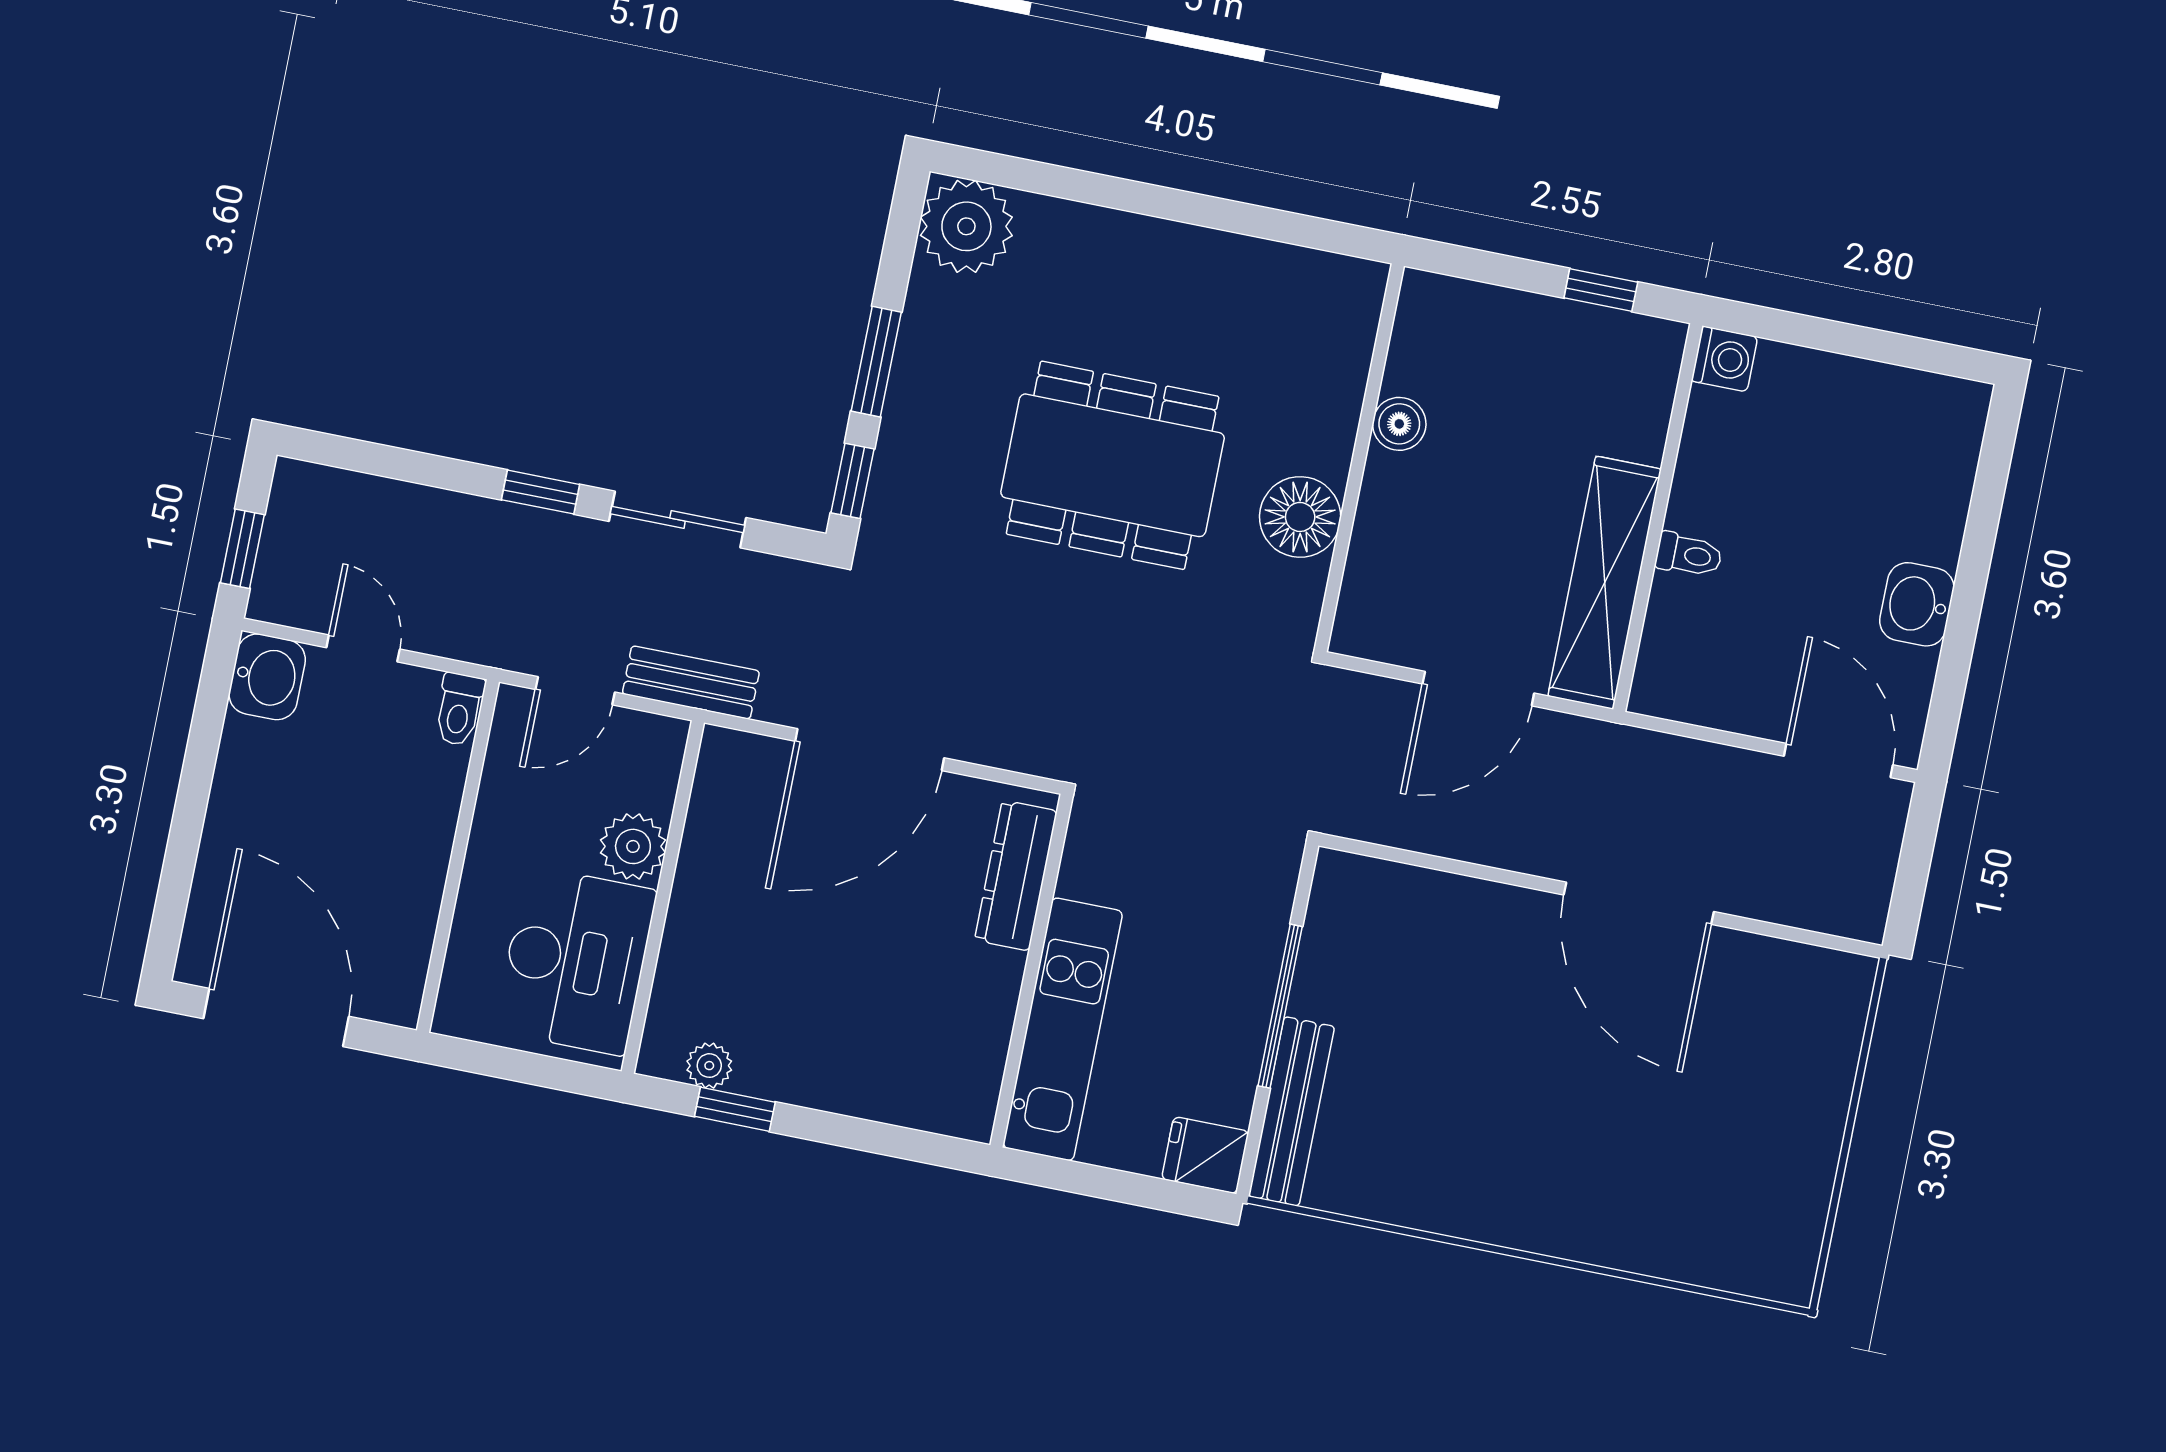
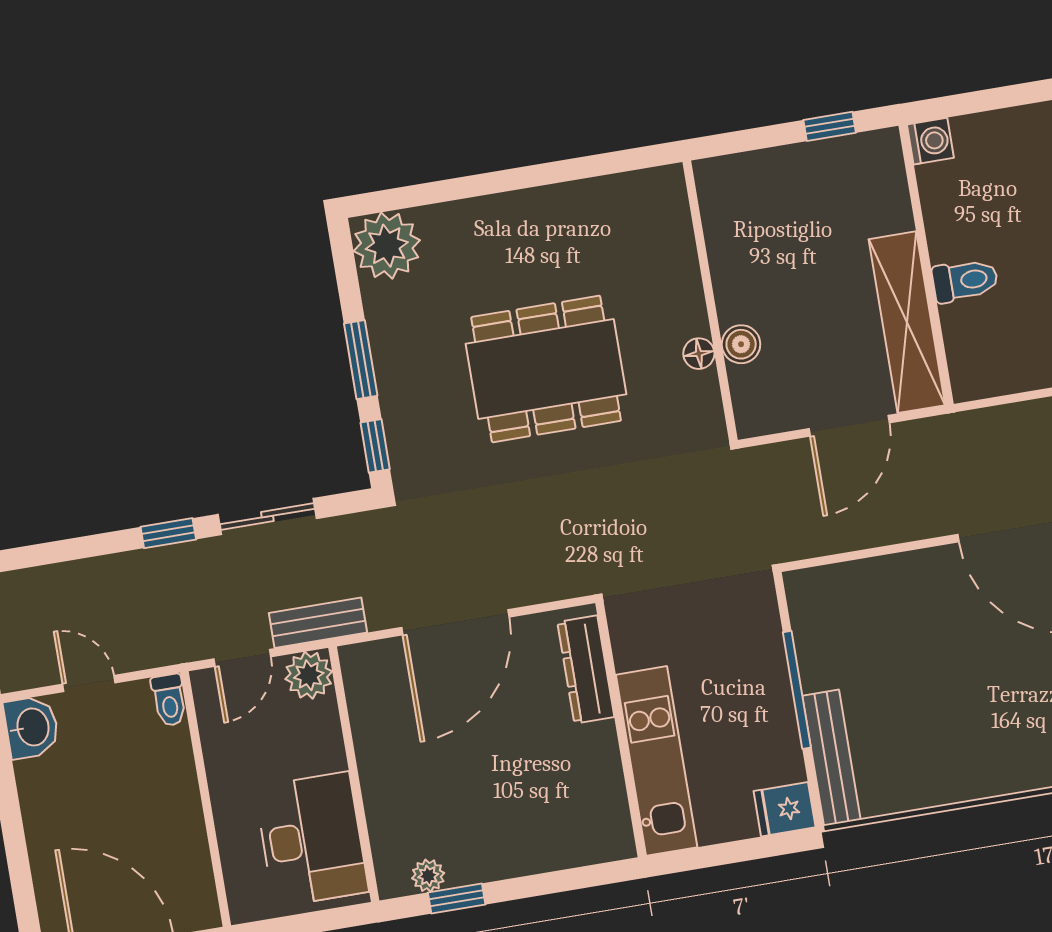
boiler: (1399, 424) -> (741, 344), moved
floor lamp: (1300, 517) -> (699, 354), width x0.53, depth x0.53
toilet: (1689, 555) -> (965, 281), width x1.37, depth x1.39
plant: (633, 846) -> (309, 675), moved

